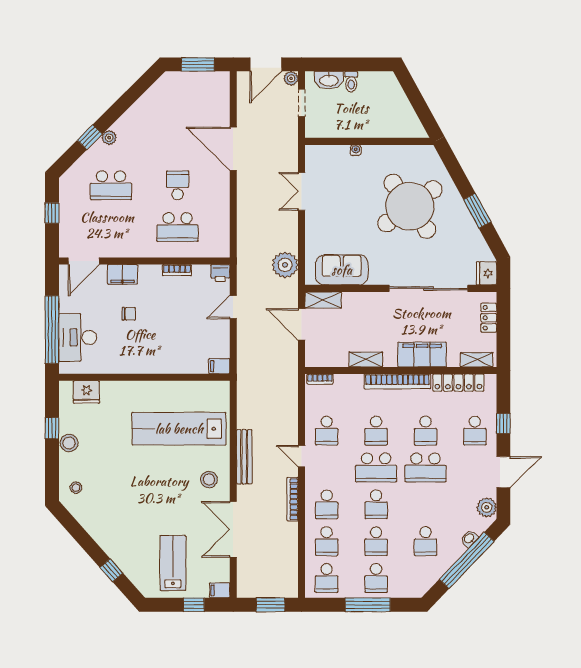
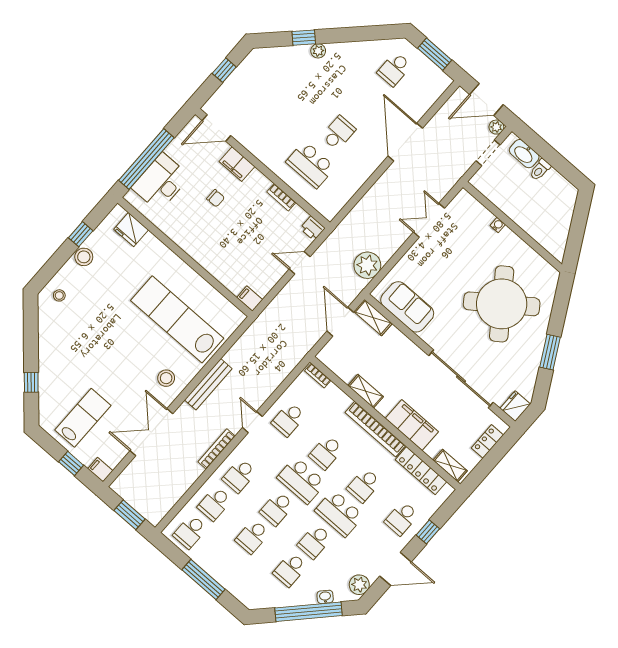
school desk: (111, 185) -> (394, 69), moved, width x0.54
school desk: (376, 578) -> (315, 542), moved

